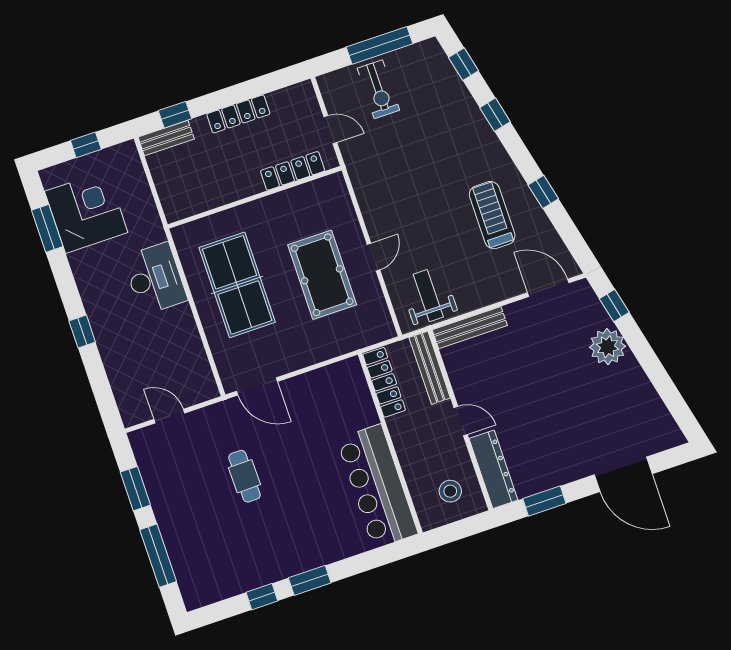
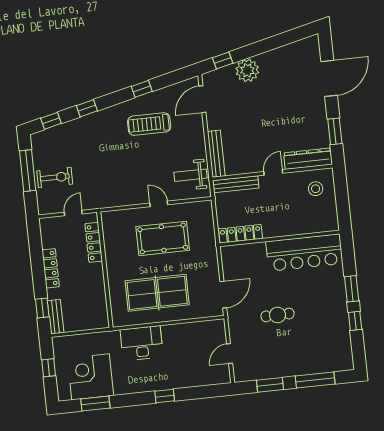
locker: (384, 382) -> (240, 234), moved
wall: (390, 444) -> (280, 238), moved
bar counter: (377, 486) -> (304, 253), moved

